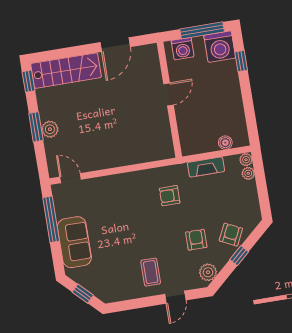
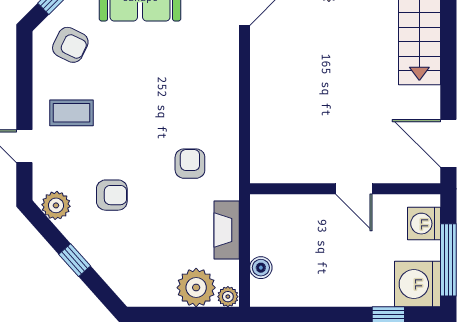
door: (115, 45) -> (448, 143), moved
plant: (248, 173) -> (196, 288), width x1.87, depth x1.87
armchair: (231, 235) -> (70, 45), moved

